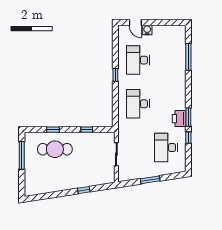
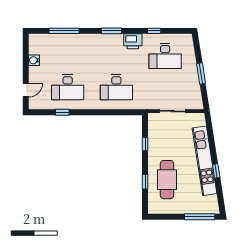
water cooler: (147, 30) -> (34, 60), moved
window: (115, 75) -> (62, 112), moved
window: (188, 117) -> (112, 31), moved
window: (22, 155) -> (200, 217), moved
kitchen unit: (72, 183) -> (205, 161), added
window: (84, 190) -> (216, 171), moved

